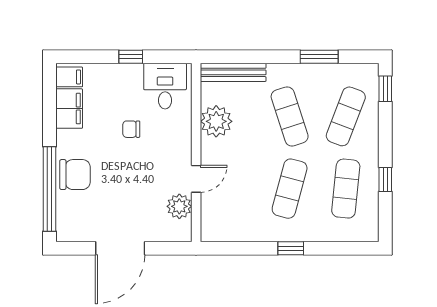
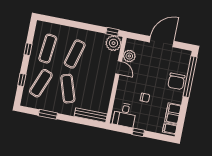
window: (385, 89) -> (22, 80), moved
plant: (216, 121) -> (113, 43), moved
chair: (75, 175) -> (176, 81), turned -90
door: (196, 179) -> (119, 68), swing flipped
window: (291, 248) -> (112, 32), moved

